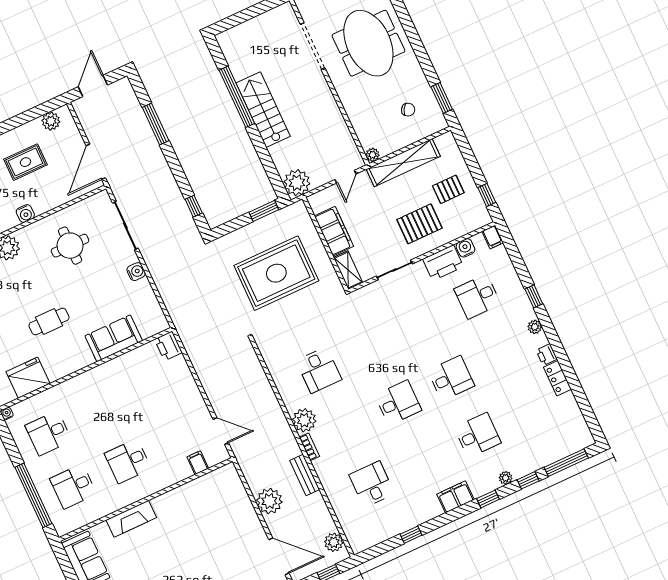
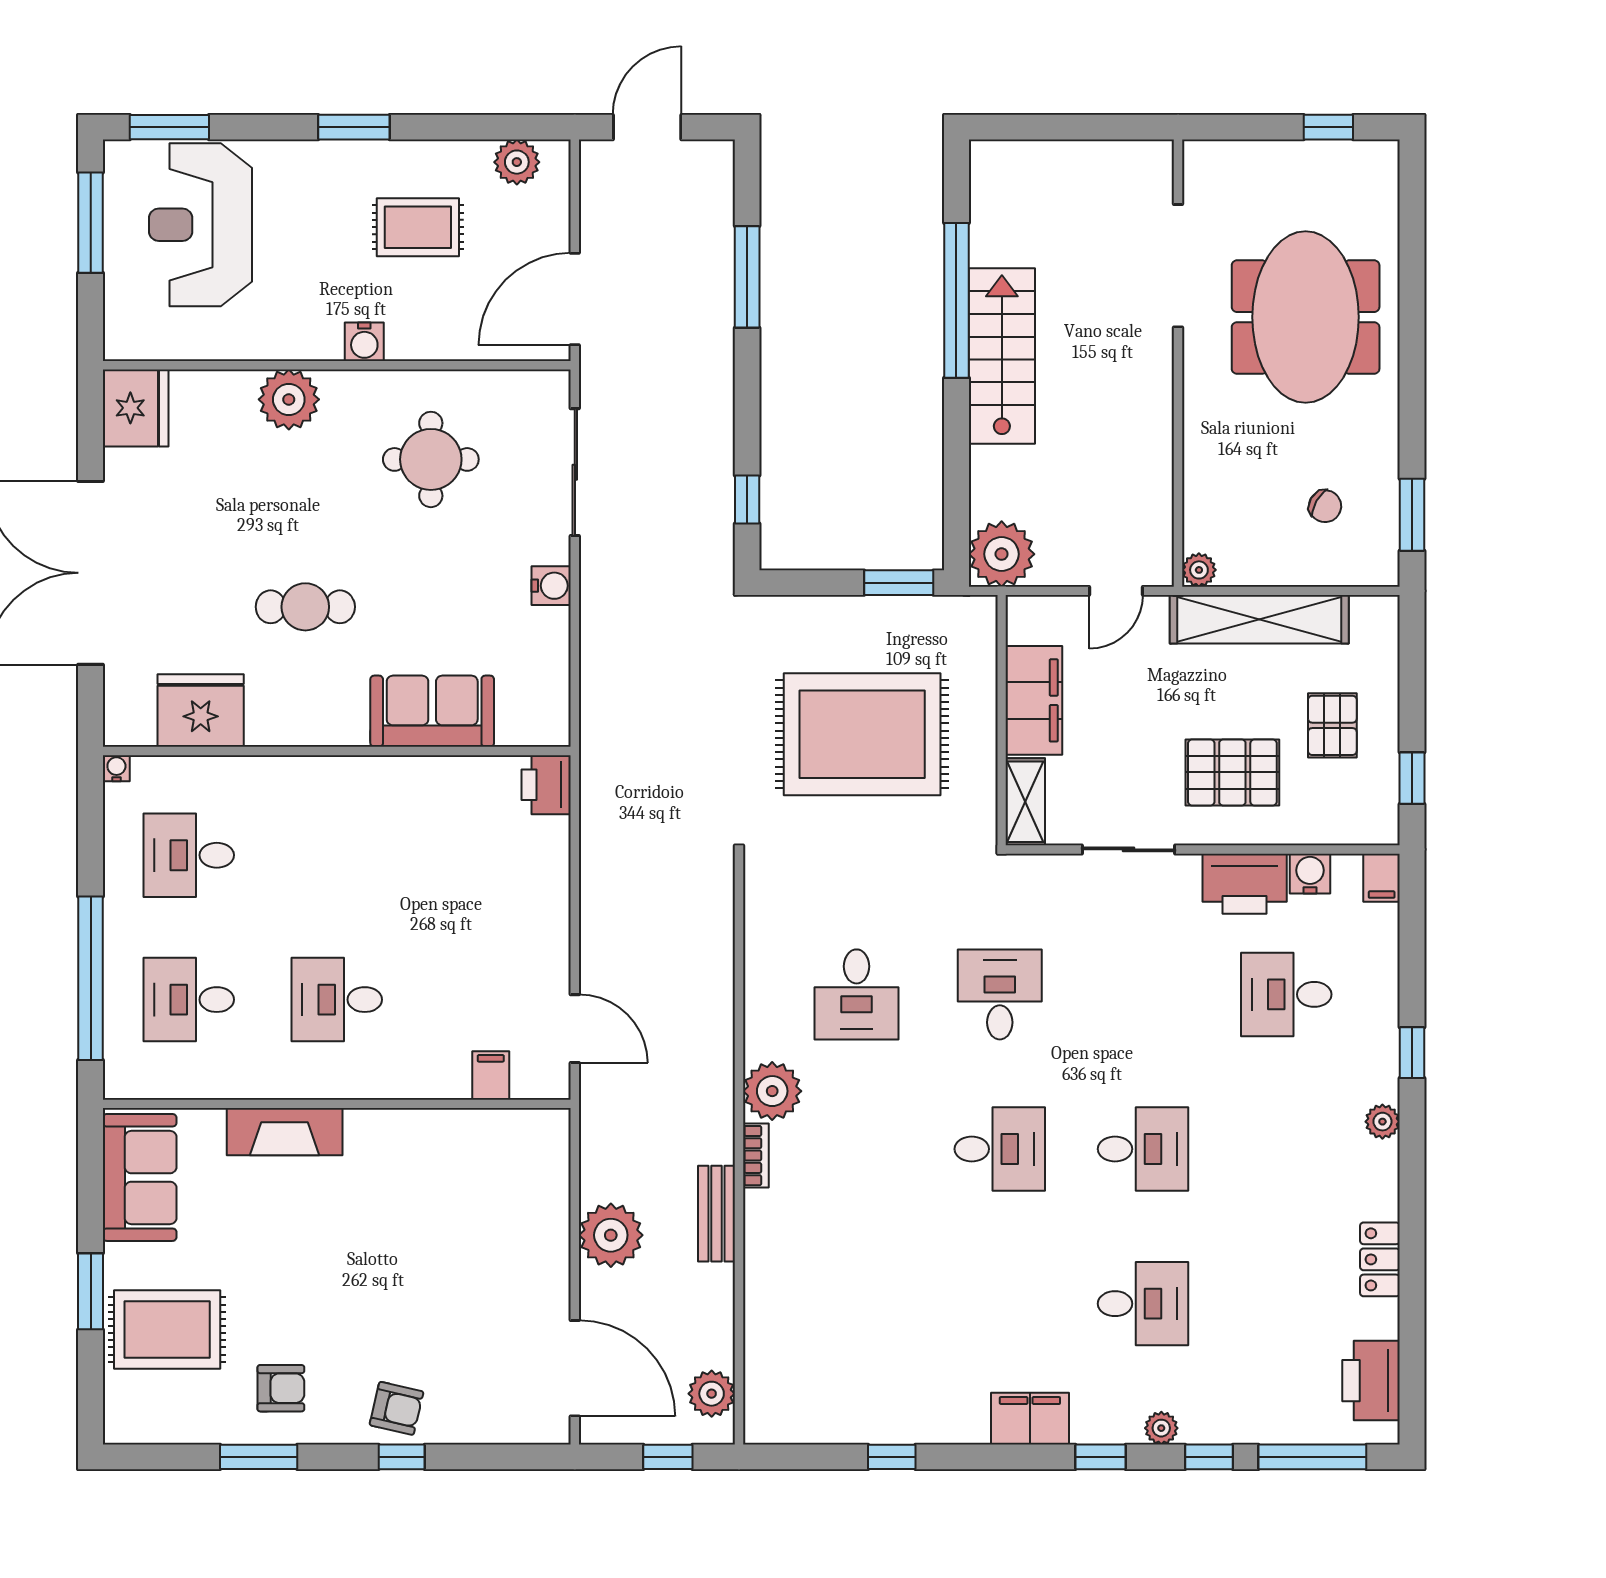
pallet: (448, 189) -> (1332, 725), turned 90
printer: (547, 355) -> (1371, 1381), moved, width x1.87, depth x1.48
desk: (372, 484) -> (1000, 994), moved

